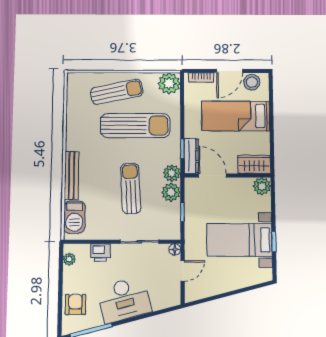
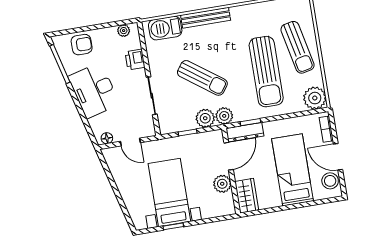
plant: (262, 186) -> (222, 184), moved
sun lounger: (131, 188) -> (202, 78), turned 39
floor lamp: (175, 249) -> (107, 138), moved

